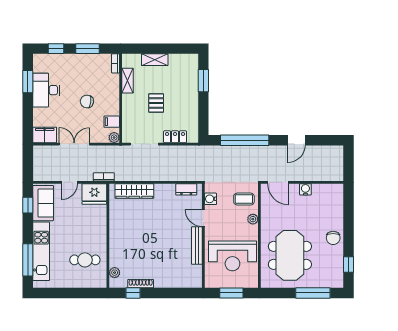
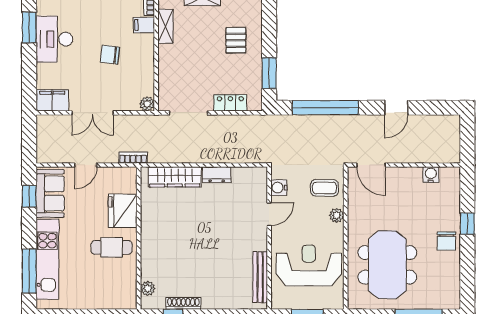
window: (203, 81) -> (269, 73), moved
pallet: (156, 103) -> (236, 40), moved
filing cabinet: (112, 122) -> (144, 25), moved
double door: (74, 144) -> (93, 113), swing flipped
dresser: (186, 189) -> (217, 175), moved
water cooler: (305, 189) -> (431, 175), moved
fridge: (94, 194) -> (123, 211), moved, turned 90
door: (203, 218) -> (269, 214), swing flipped
bench: (197, 246) -> (260, 277), moved
reception desk: (232, 256) -> (309, 266), turned 180
cafe table: (85, 260) -> (112, 247), moved
window: (348, 264) -> (467, 224), moved

